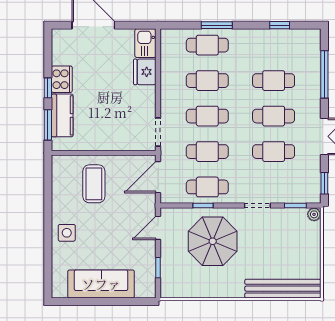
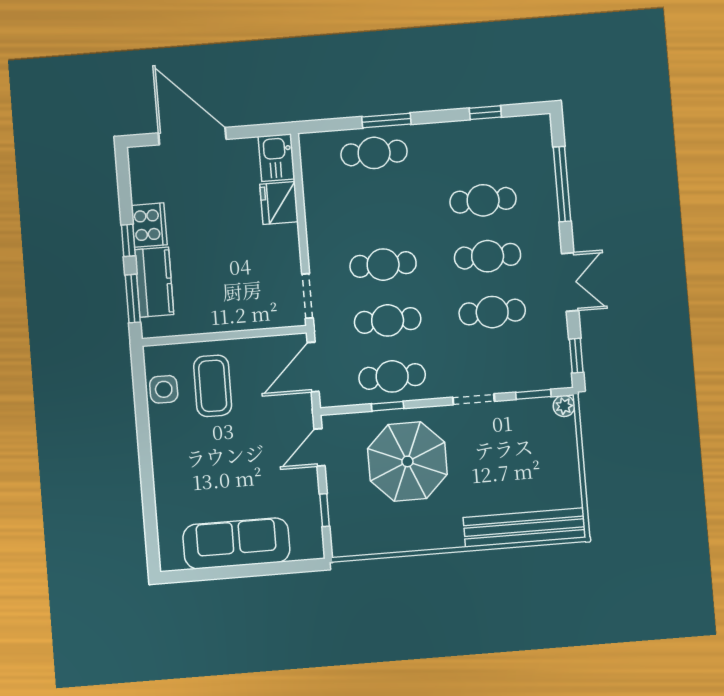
cafe table: (207, 81) -> (379, 209), removed
side table: (67, 233) -> (164, 389), moved

